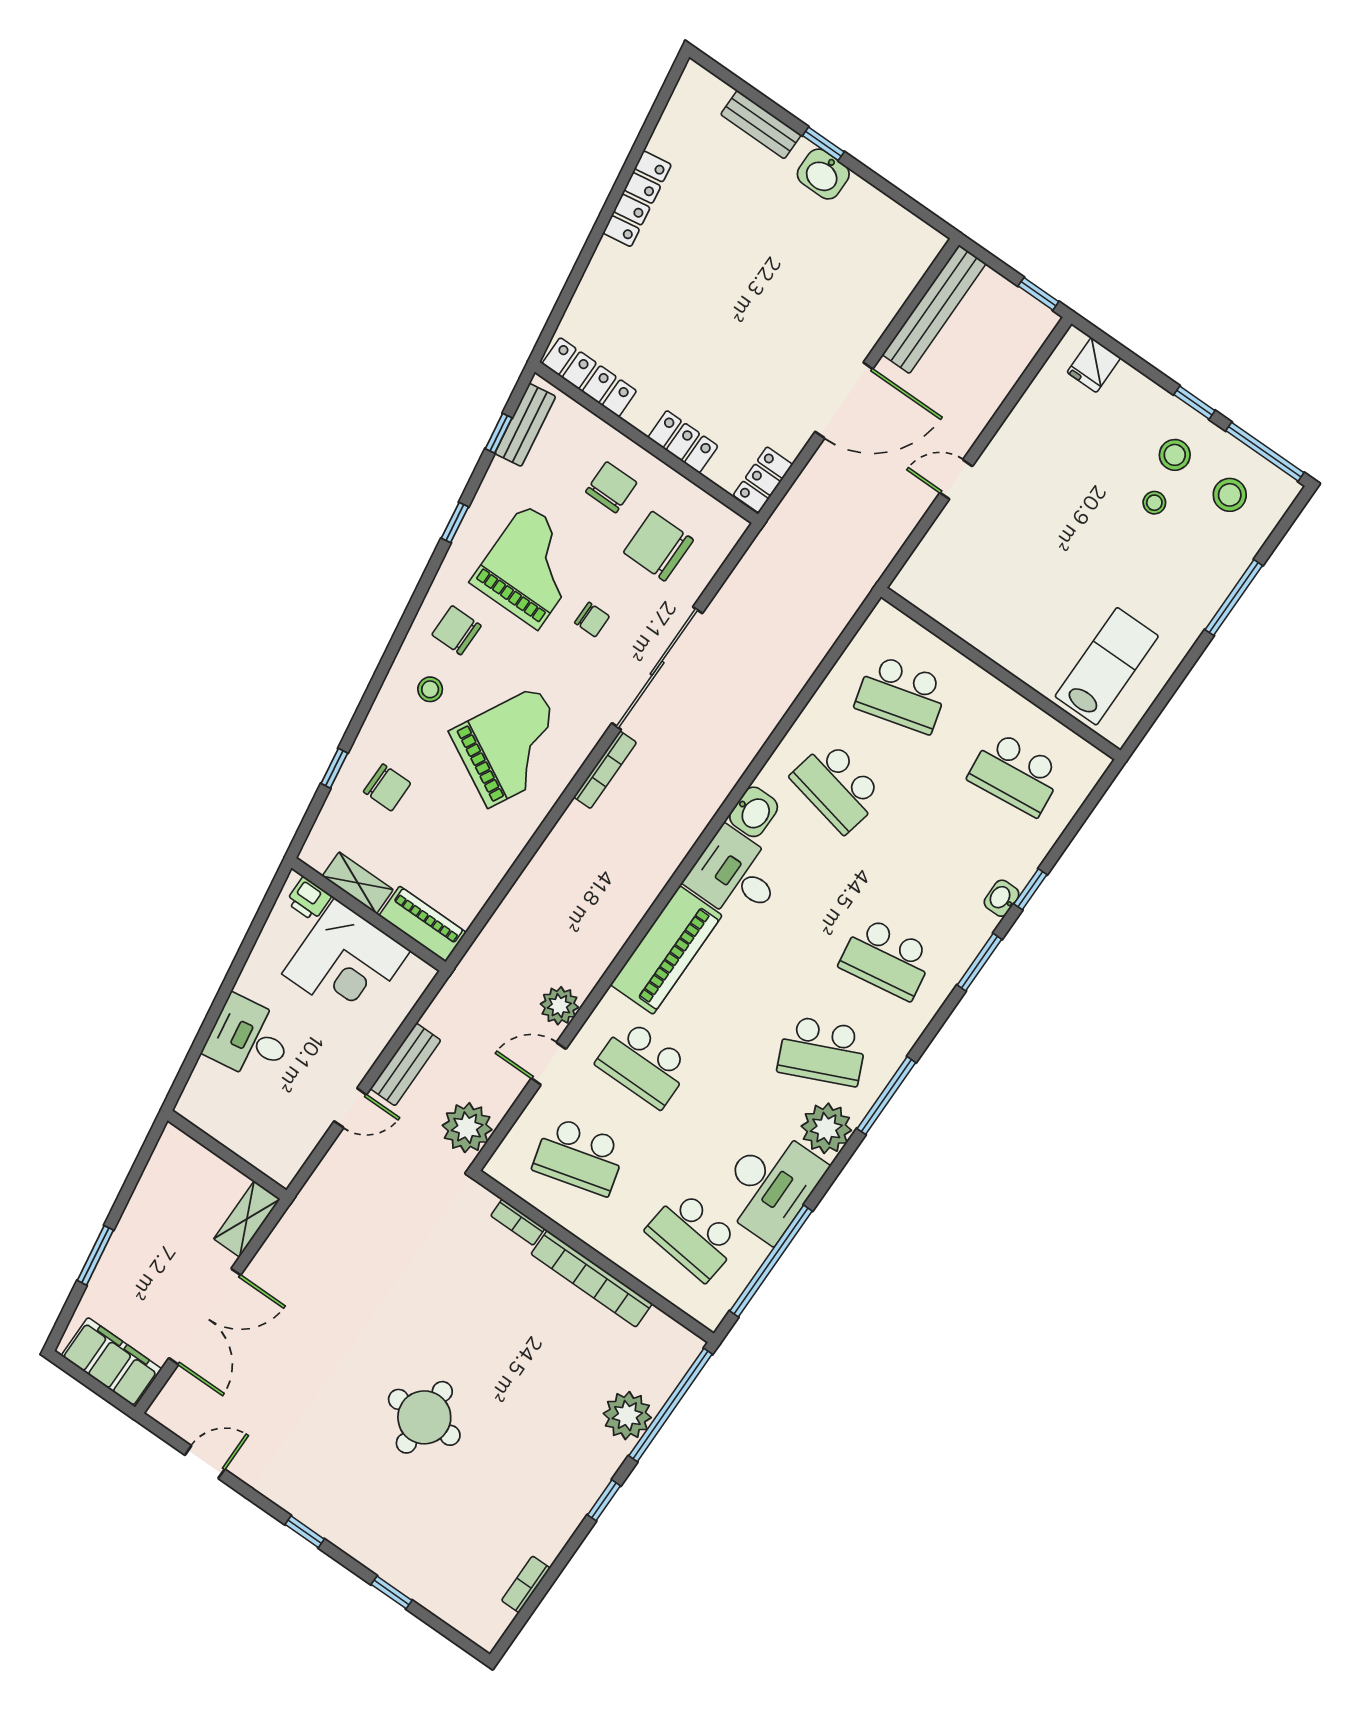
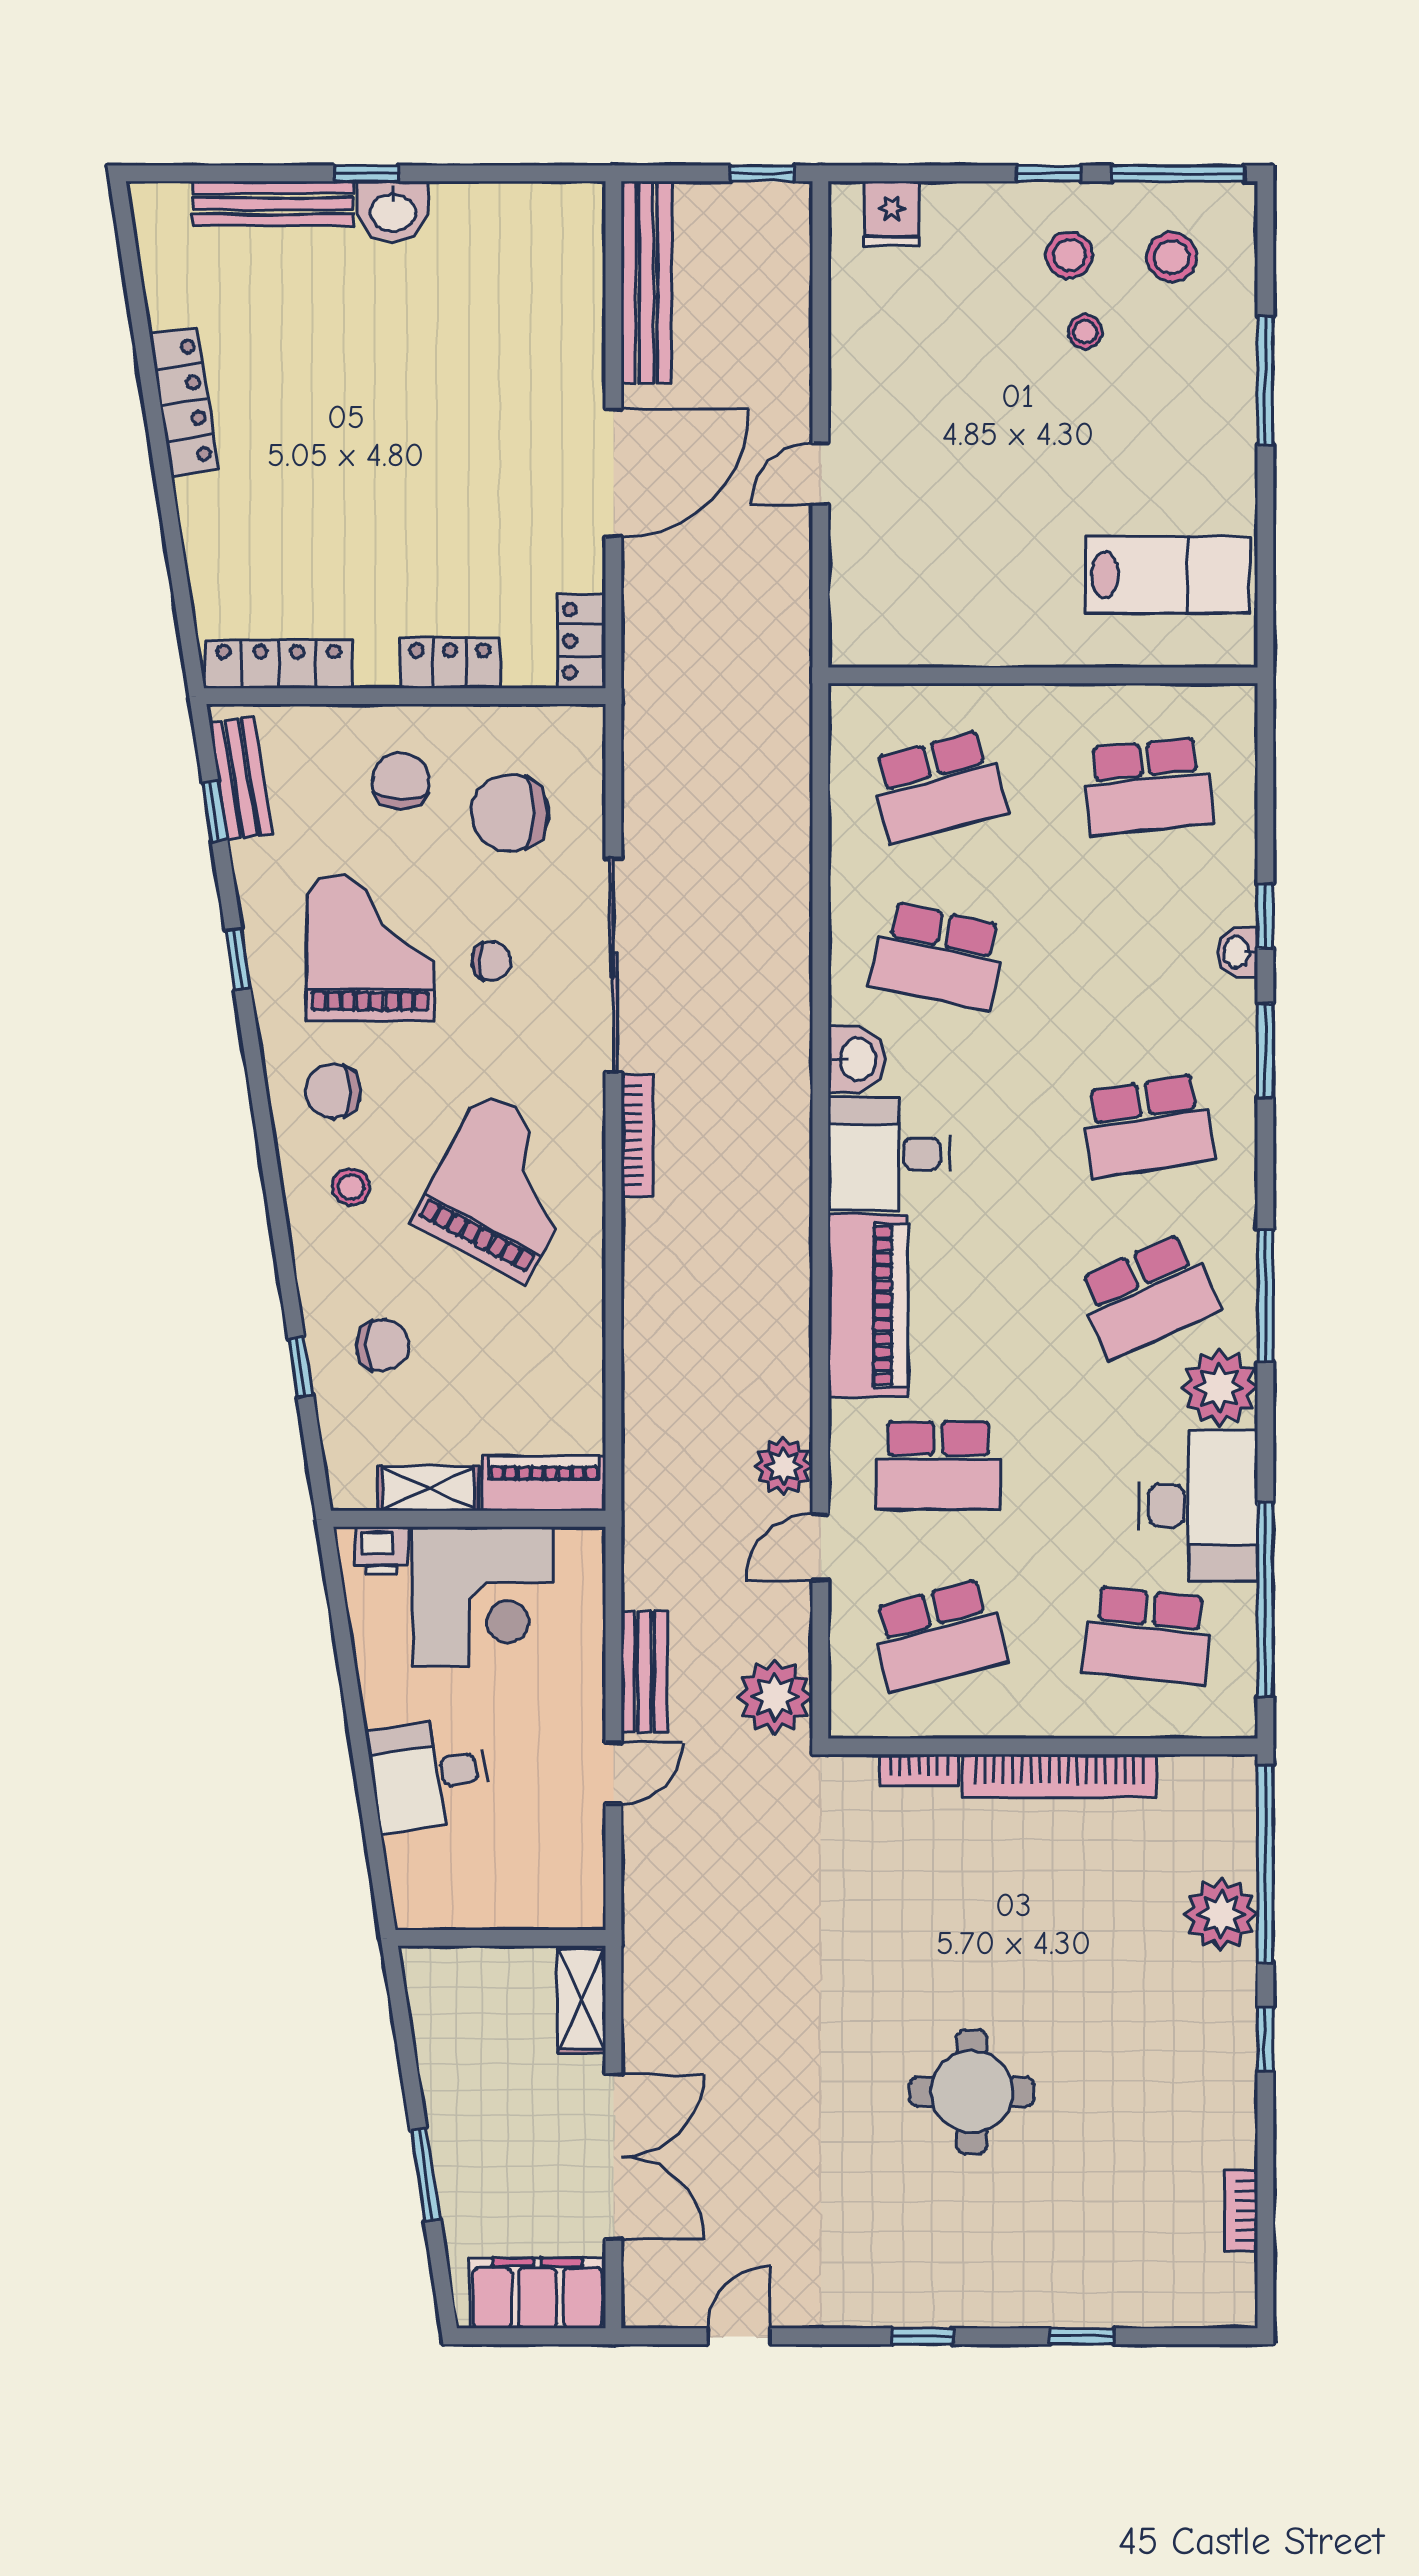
bench: (761, 125) -> (273, 204), width x1.36
lab bench: (1107, 666) -> (1167, 575), turned 90

